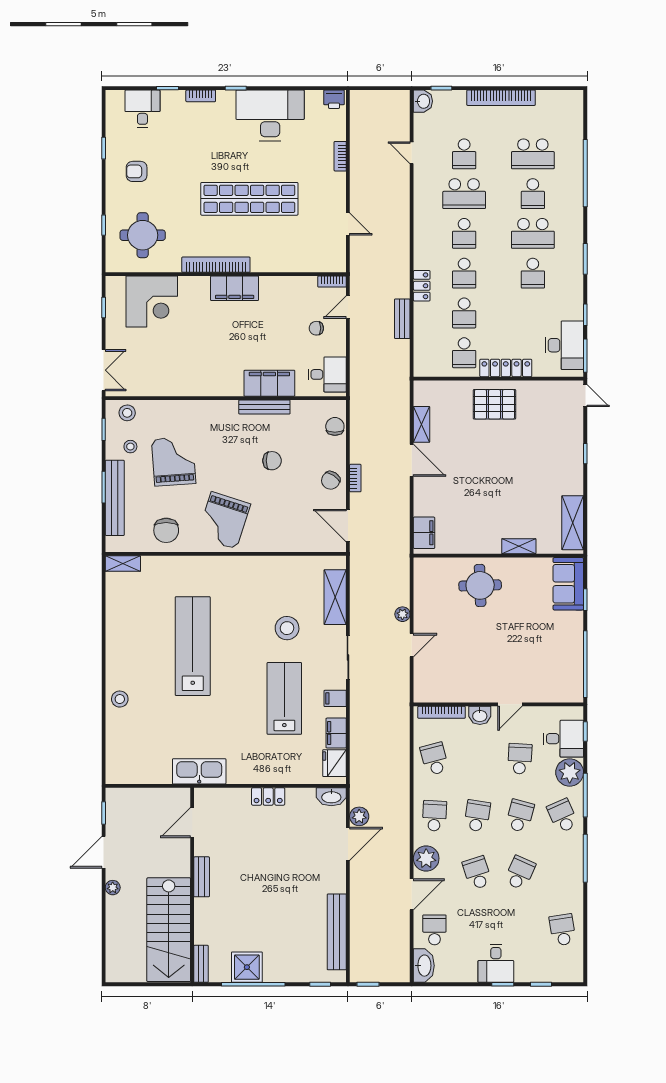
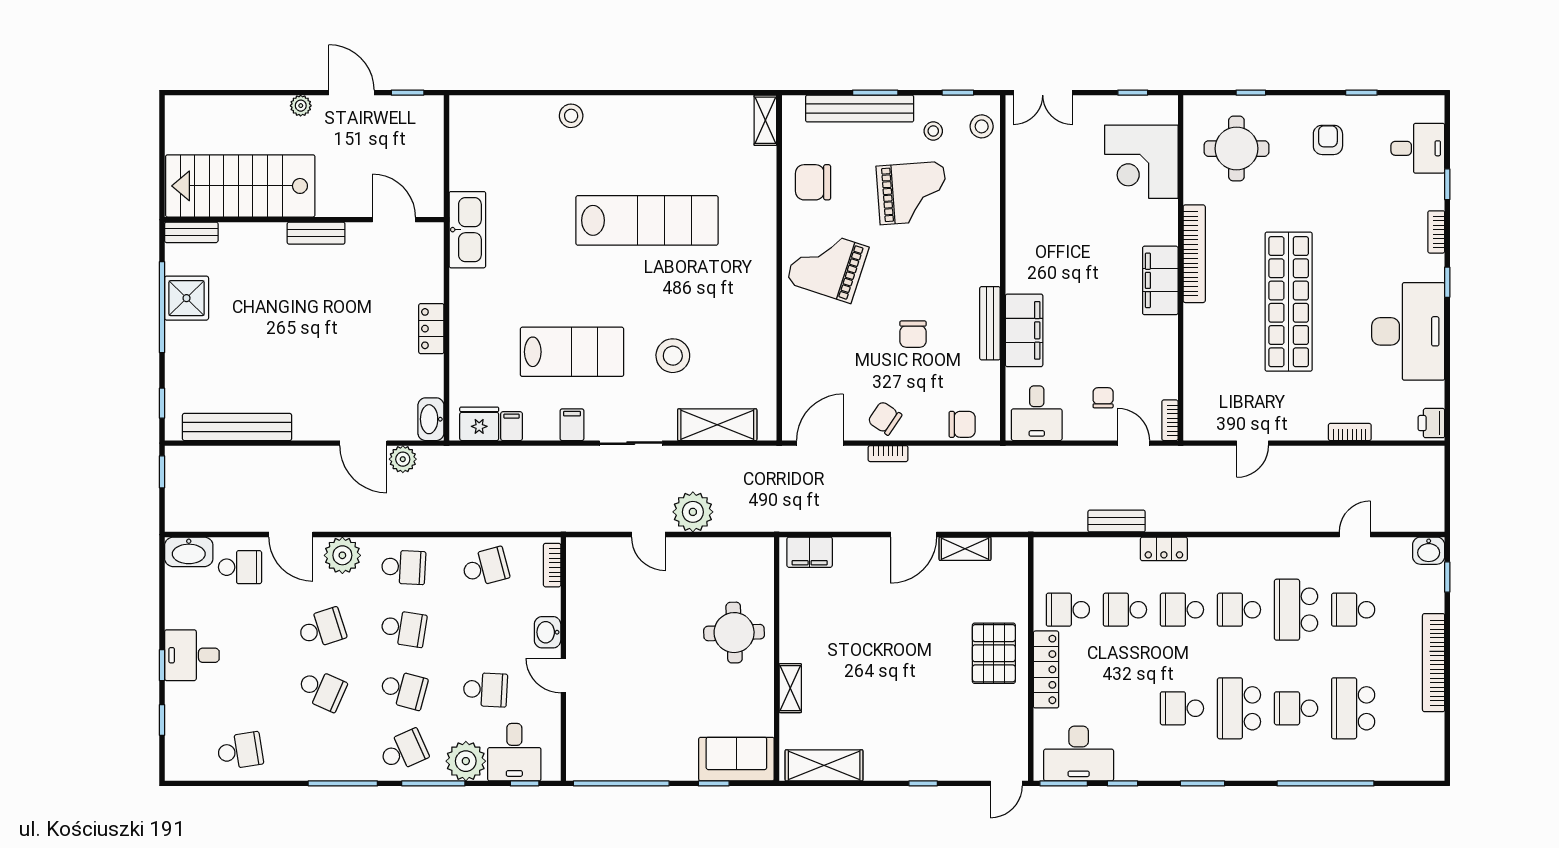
plant: (402, 614) -> (693, 512), width x1.88, depth x1.88
bookcase: (442, 712) -> (552, 565), width x0.64
filing cabinet: (336, 733) -> (512, 426), width x0.50

